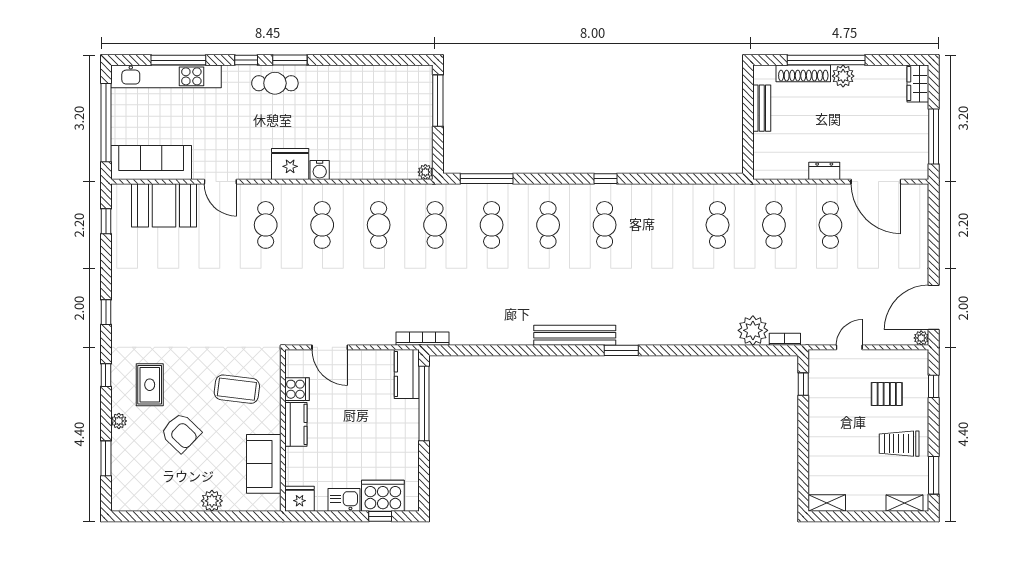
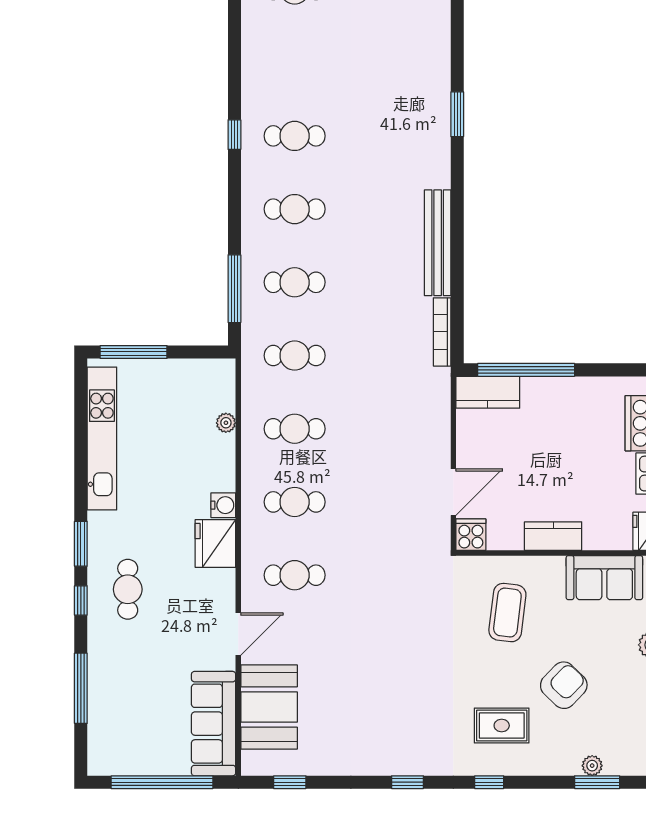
kitchen unit: (166, 76) -> (102, 439), moved
cafe table: (275, 83) -> (128, 589), moved
plant: (425, 172) -> (226, 423), moved
bench: (575, 335) -> (438, 243), moved
bookcase: (422, 339) -> (442, 332), moved
cooker: (297, 389) -> (471, 535), moved
plant: (119, 421) -> (592, 766), moved

